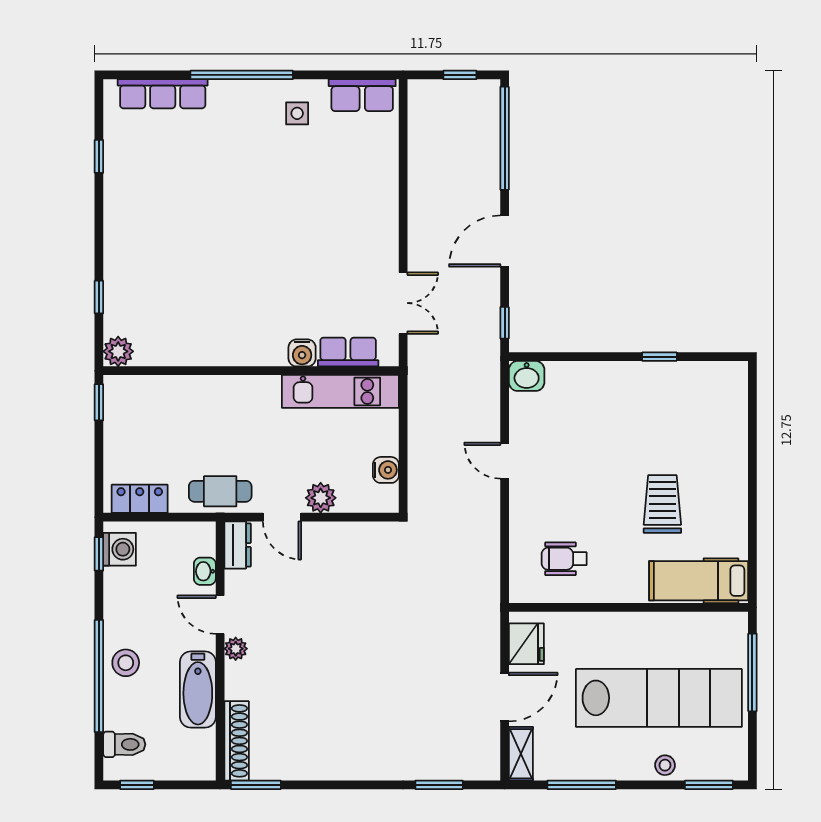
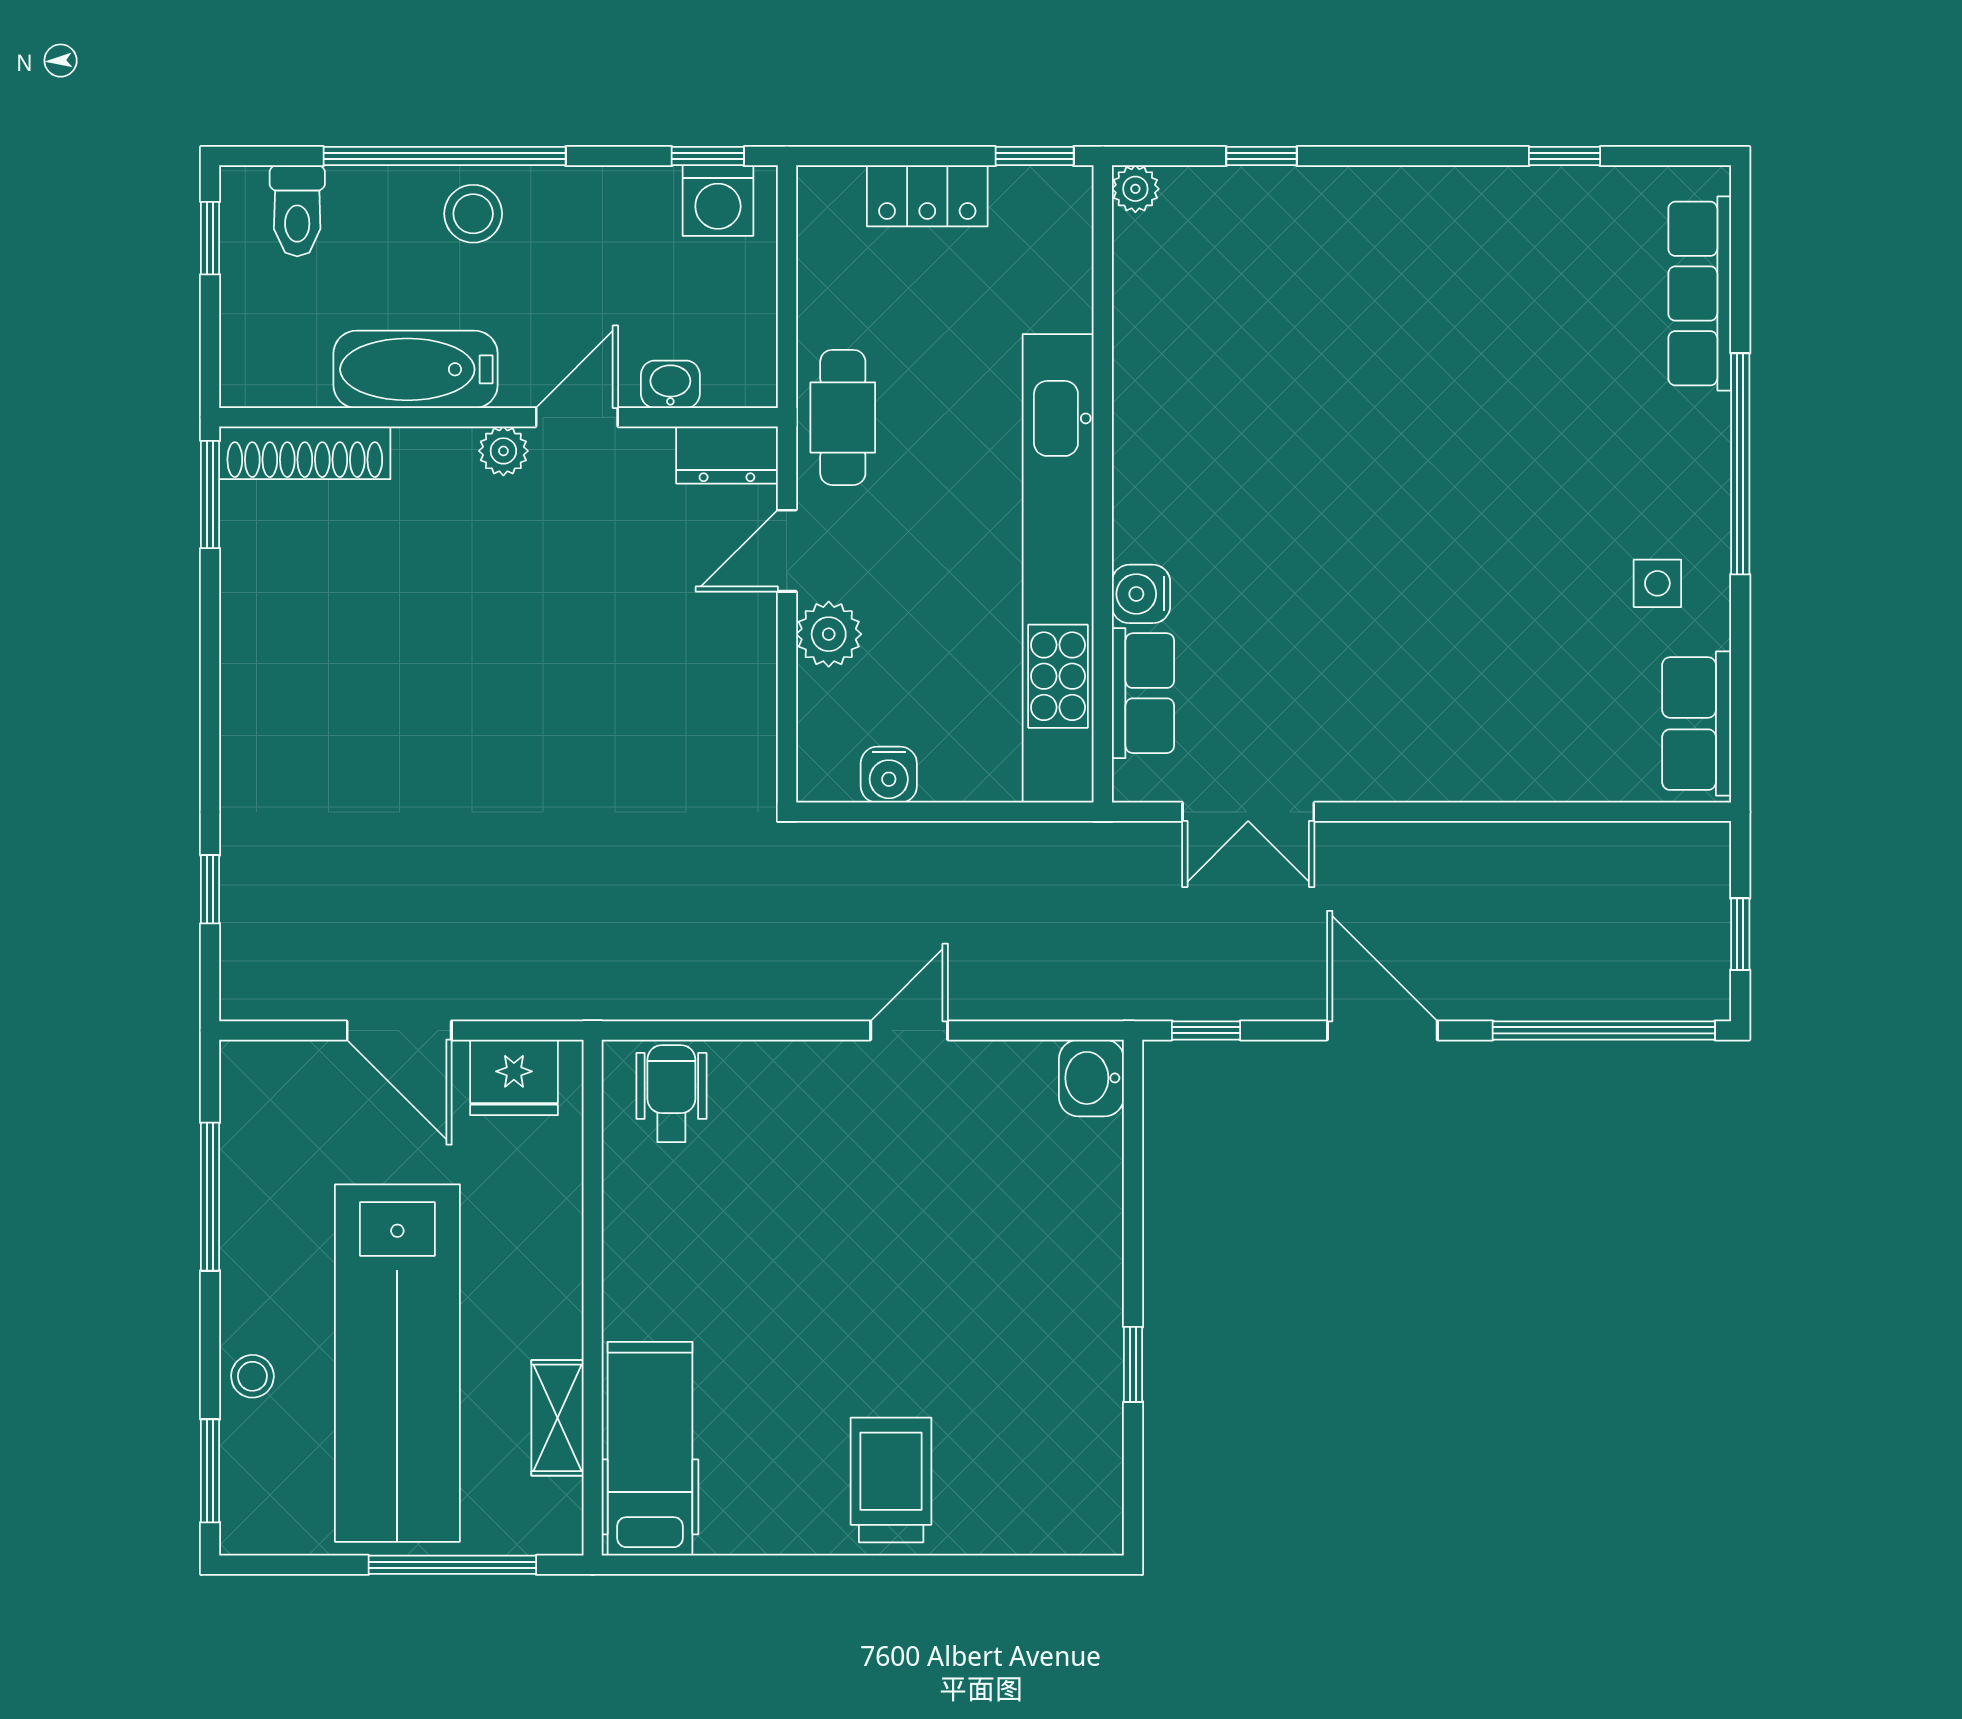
plant: (118, 351) -> (1135, 189), width x0.73, depth x0.73
kitchen unit: (340, 391) -> (1058, 568), width x1.86
locker: (140, 499) -> (927, 196), moved, turned 90
trolley: (662, 504) -> (891, 1480), moved, turned -90
wheelchair: (564, 559) -> (671, 1094), moved
shelving: (521, 754) -> (557, 1418), moved, turned 90
window: (439, 785) -> (210, 889), width x0.67

